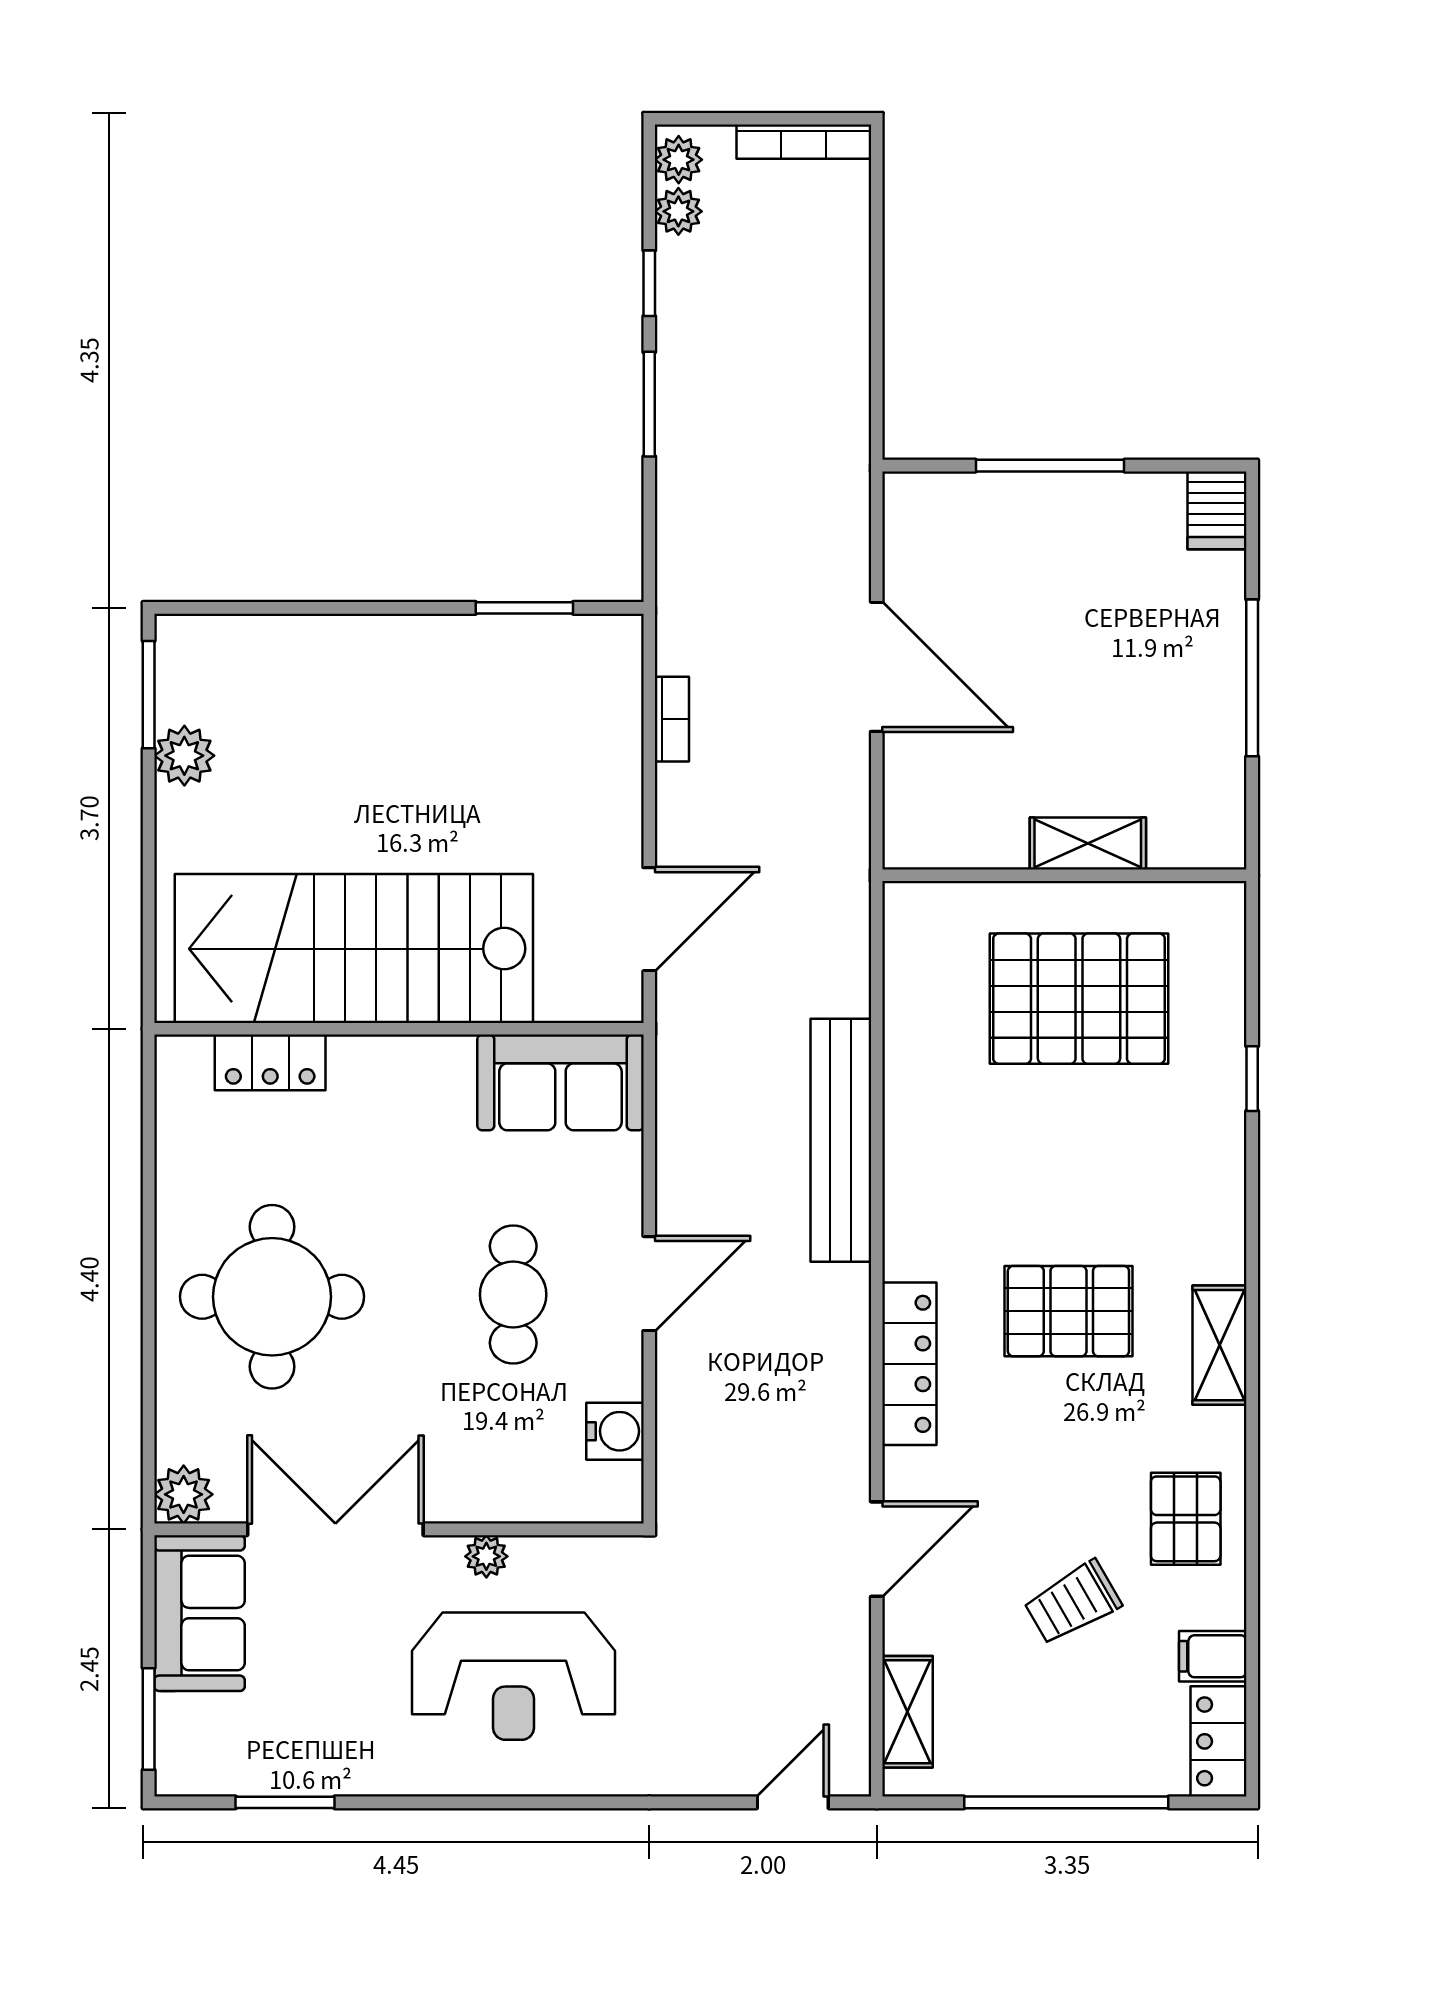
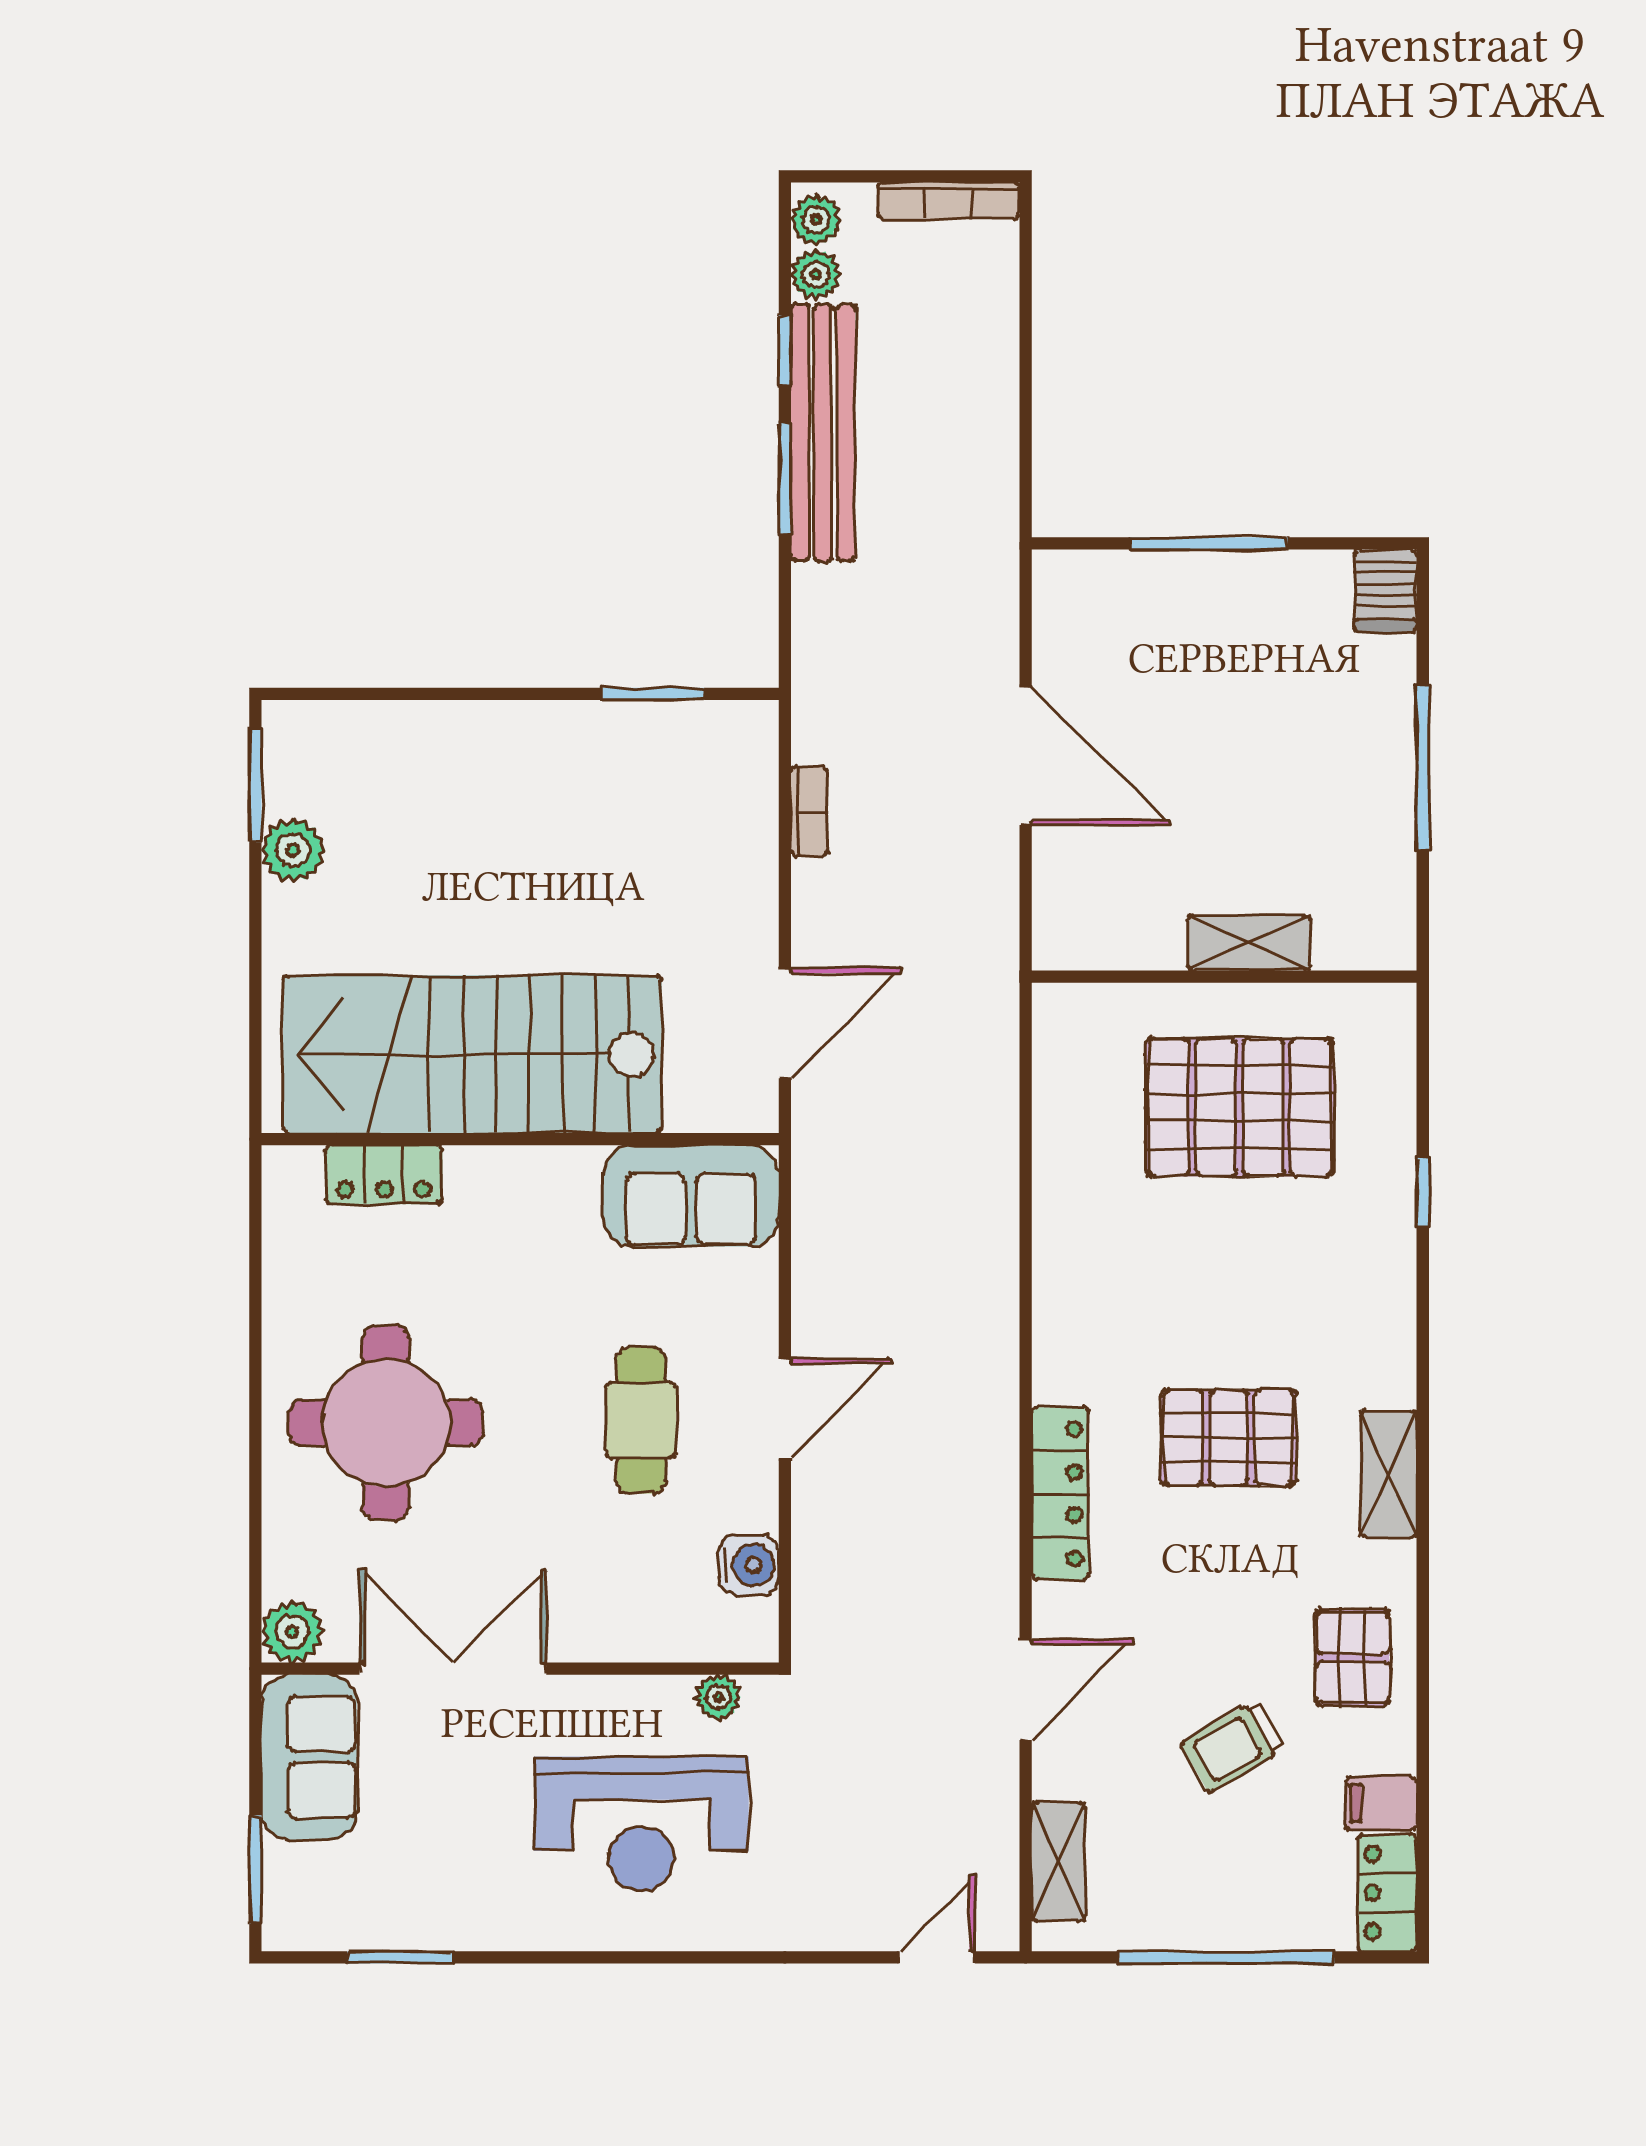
bench: (841, 1140) -> (823, 433), moved
plant: (486, 1556) -> (718, 1697), moved

